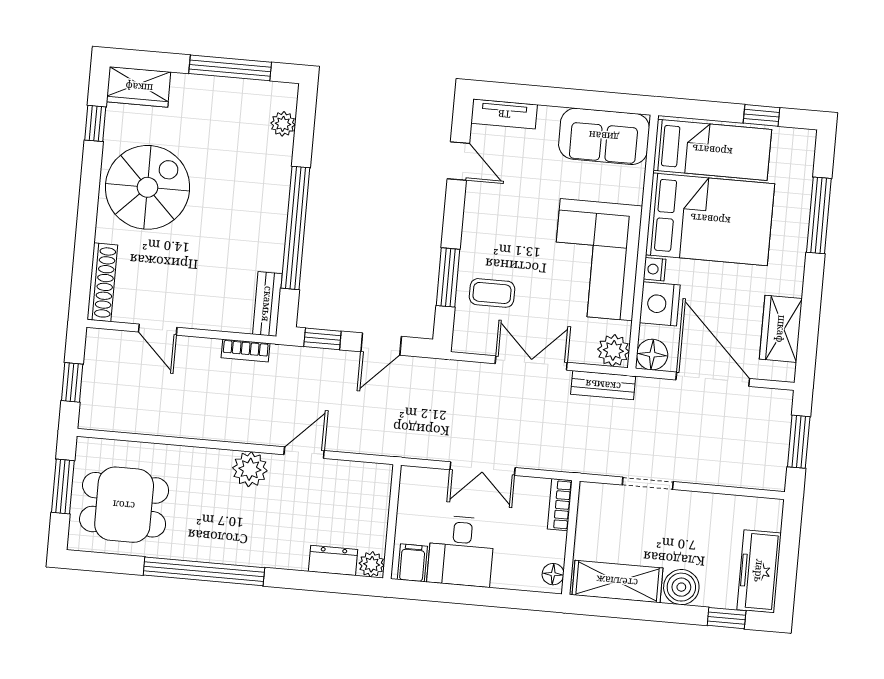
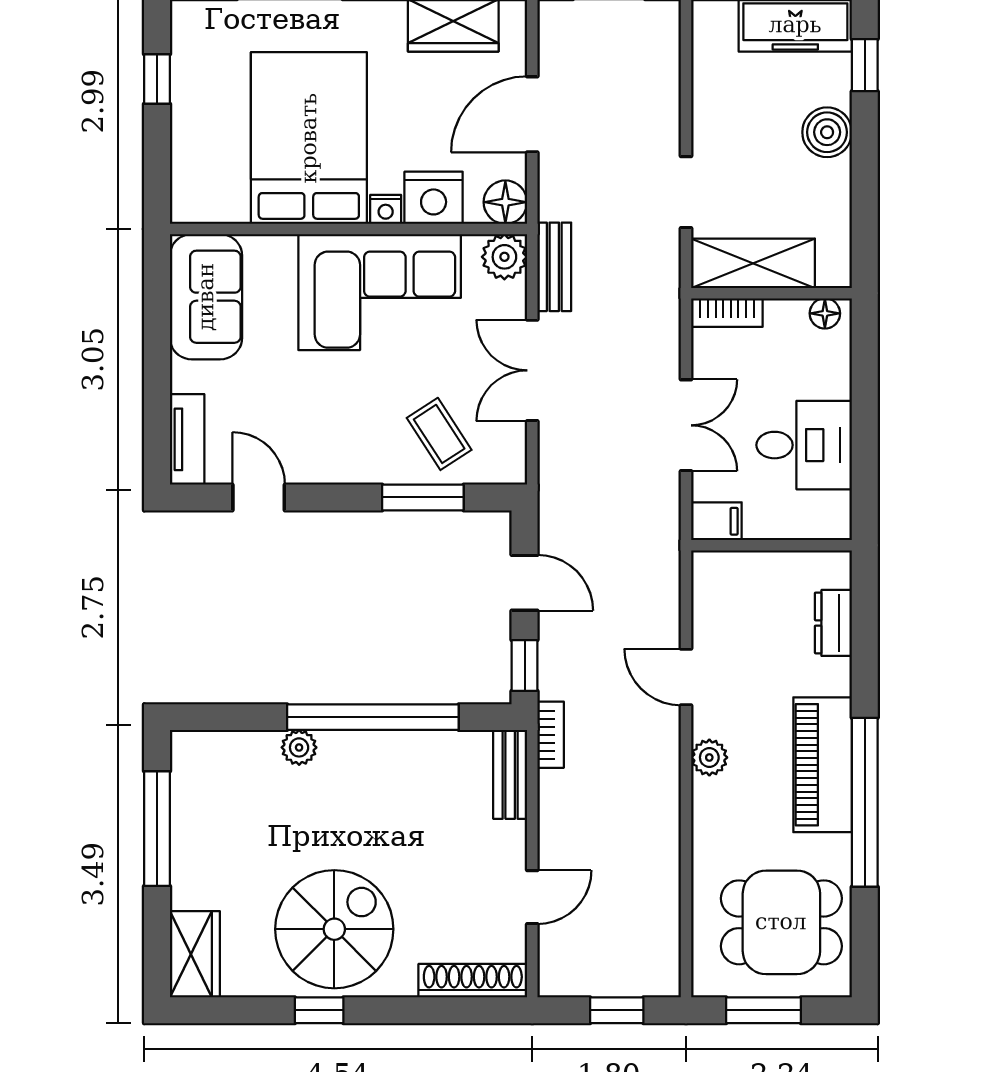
window: (95, 123) -> (319, 1010), moved
plant: (283, 124) -> (299, 747), moved
bed: (712, 150) -> (211, 144), removed
door: (458, 161) -> (259, 497), hinge flipped
spiral stairs: (147, 187) -> (334, 929), turned 90
coffee table: (492, 293) -> (439, 434), turned -33
bench: (267, 304) -> (510, 774), moved, turned 90
bookcase: (245, 351) -> (551, 735), moved
door: (713, 379) -> (532, 114), width x0.73
plant: (250, 469) -> (709, 757), width x0.73, depth x0.73
dining table: (124, 505) -> (781, 922), turned 90
piano: (233, 544) -> (823, 765), added
filing cabinet: (412, 563) -> (716, 521), moved, turned 180
plant: (372, 564) -> (834, 568), removed
shelving: (617, 581) -> (753, 263), moved, turned 90

